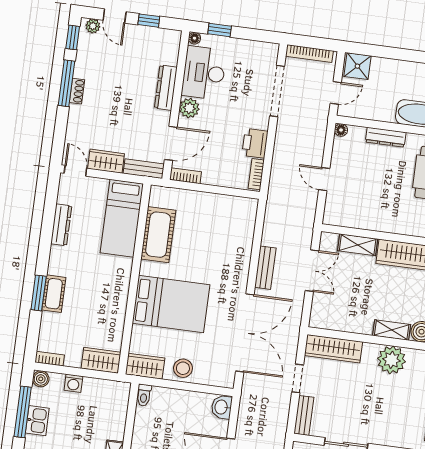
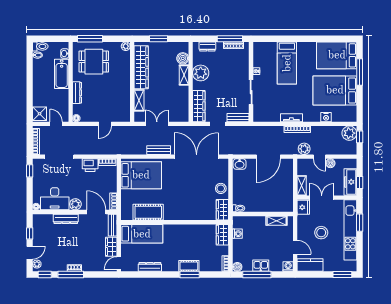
window: (220, 30) -> (30, 171), moved
bed: (171, 304) -> (141, 175), moved, turned 90
washing machine: (73, 383) -> (237, 234), moved

